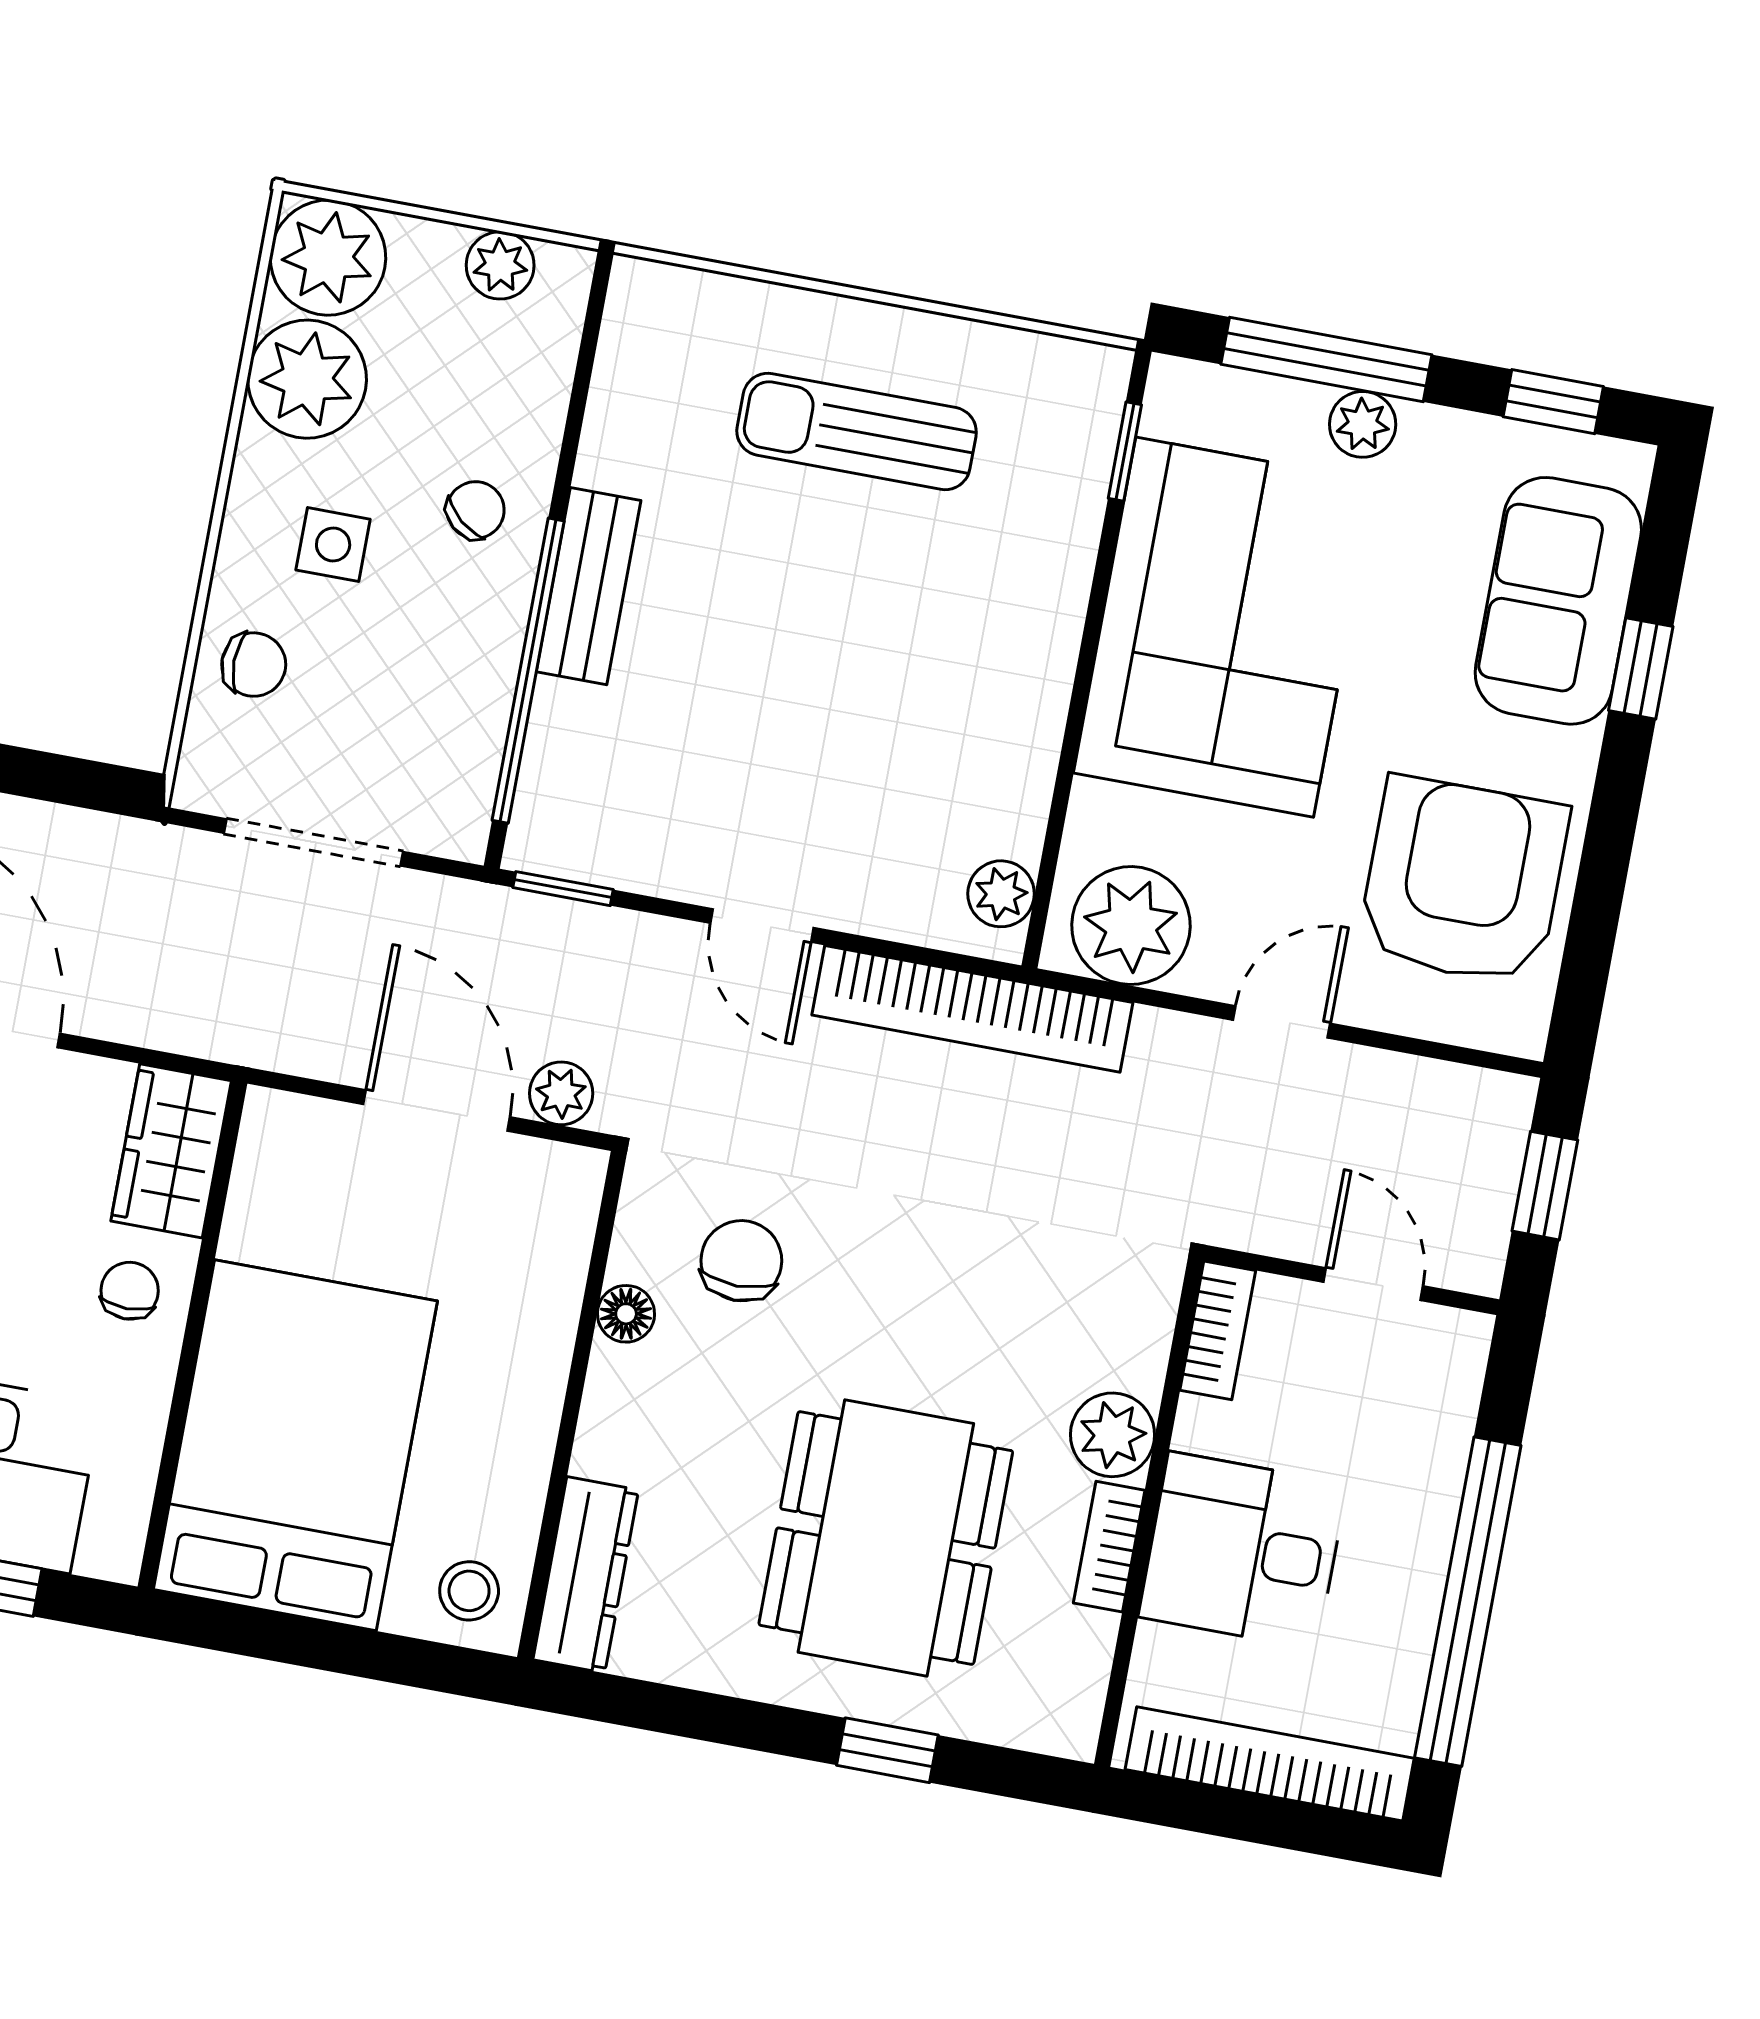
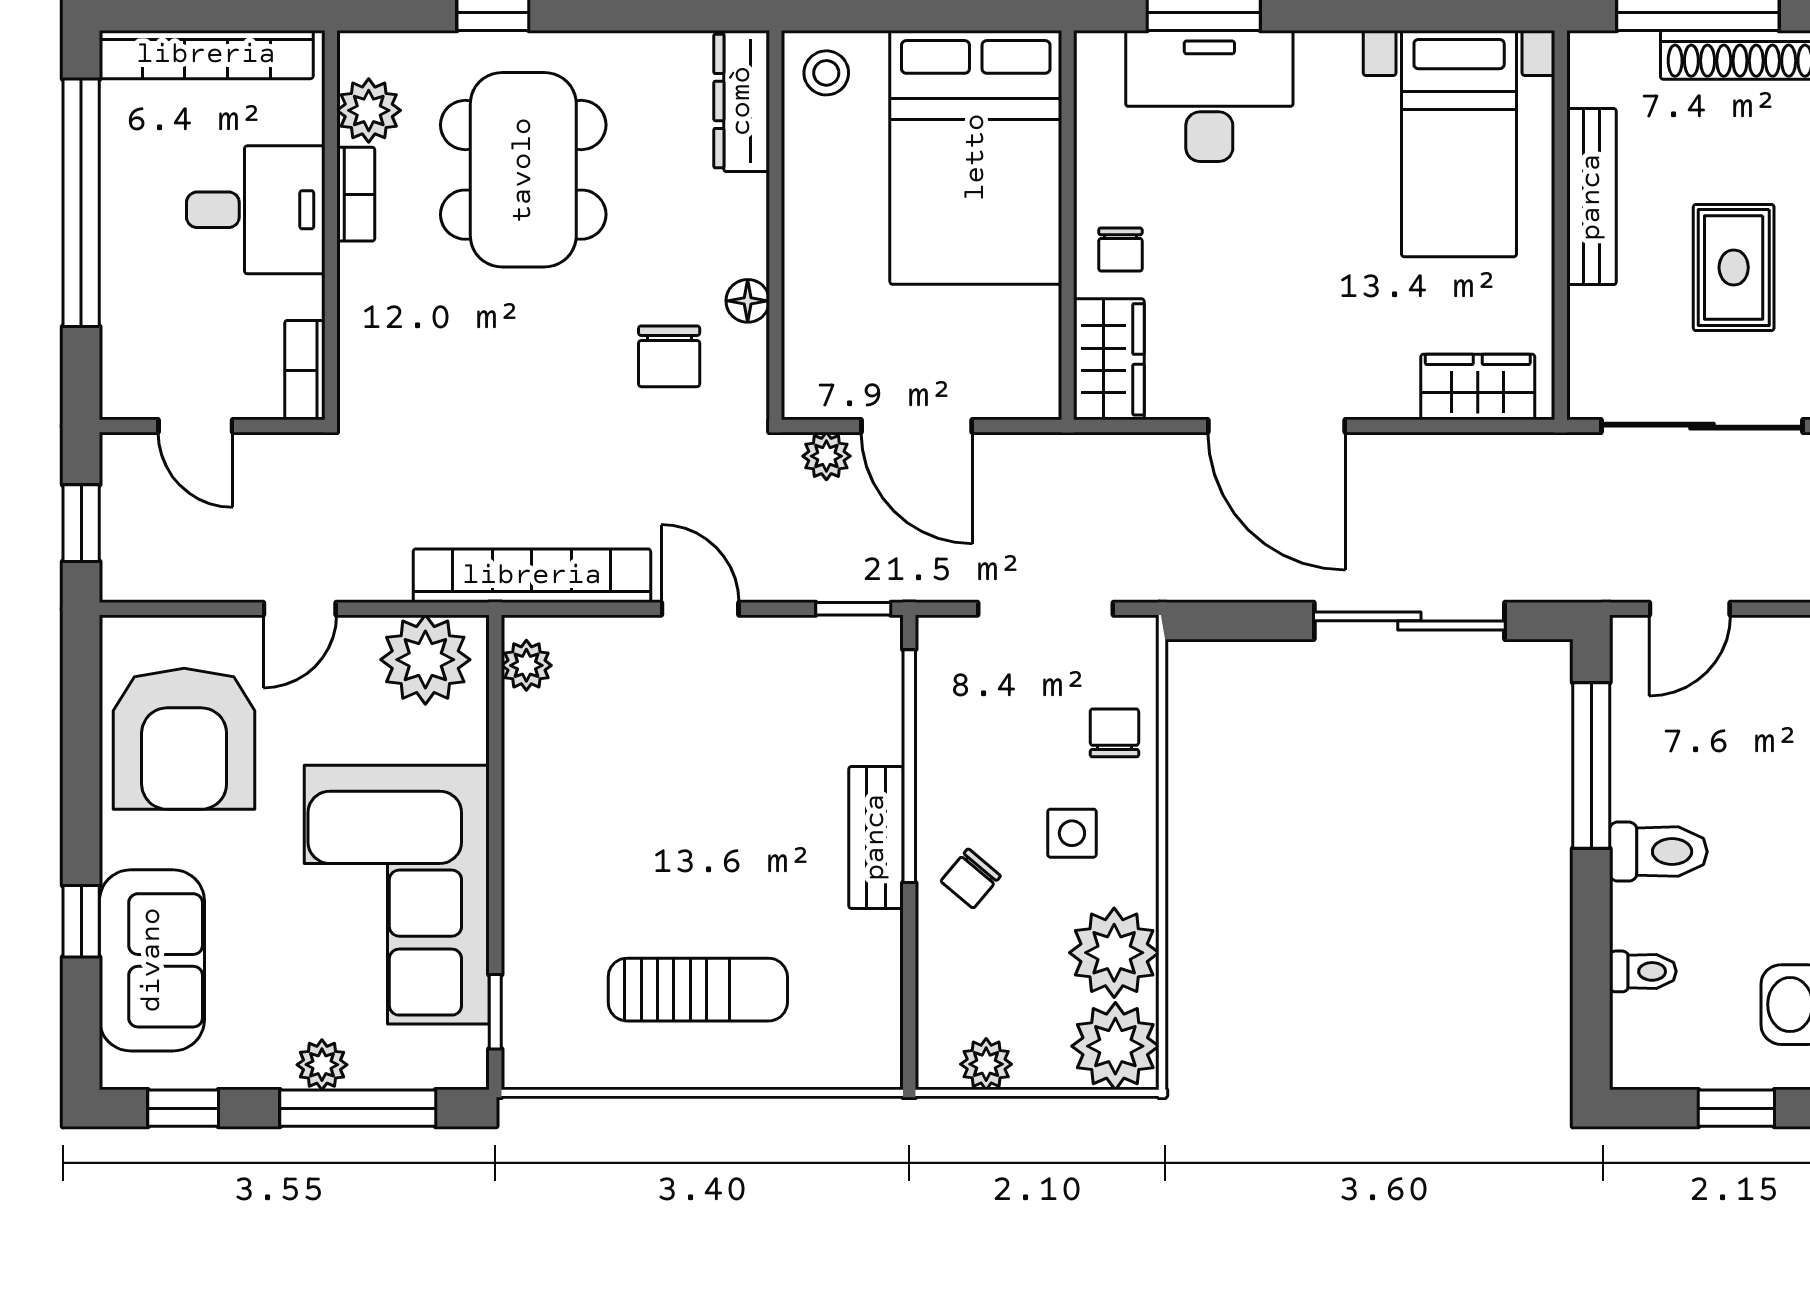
chair: (254, 665) -> (1114, 733), turned 90
plant: (1113, 1435) -> (369, 110), moved

